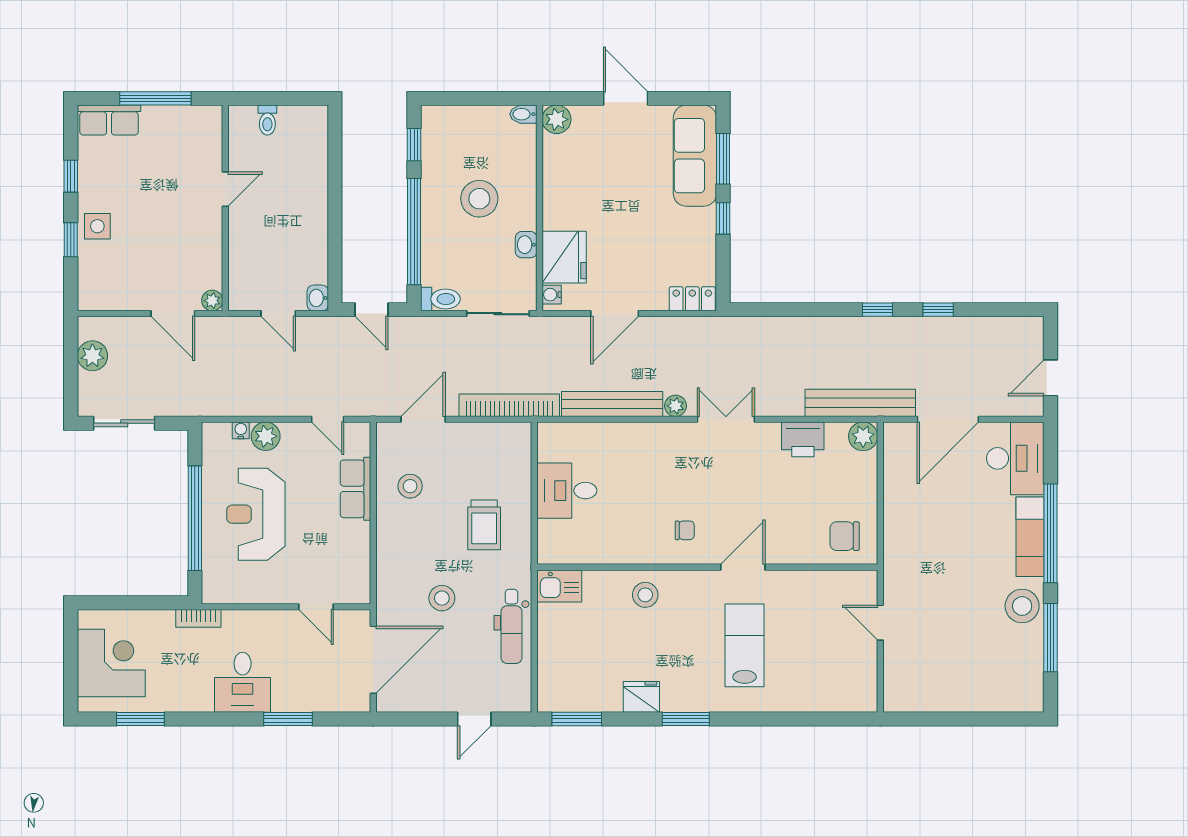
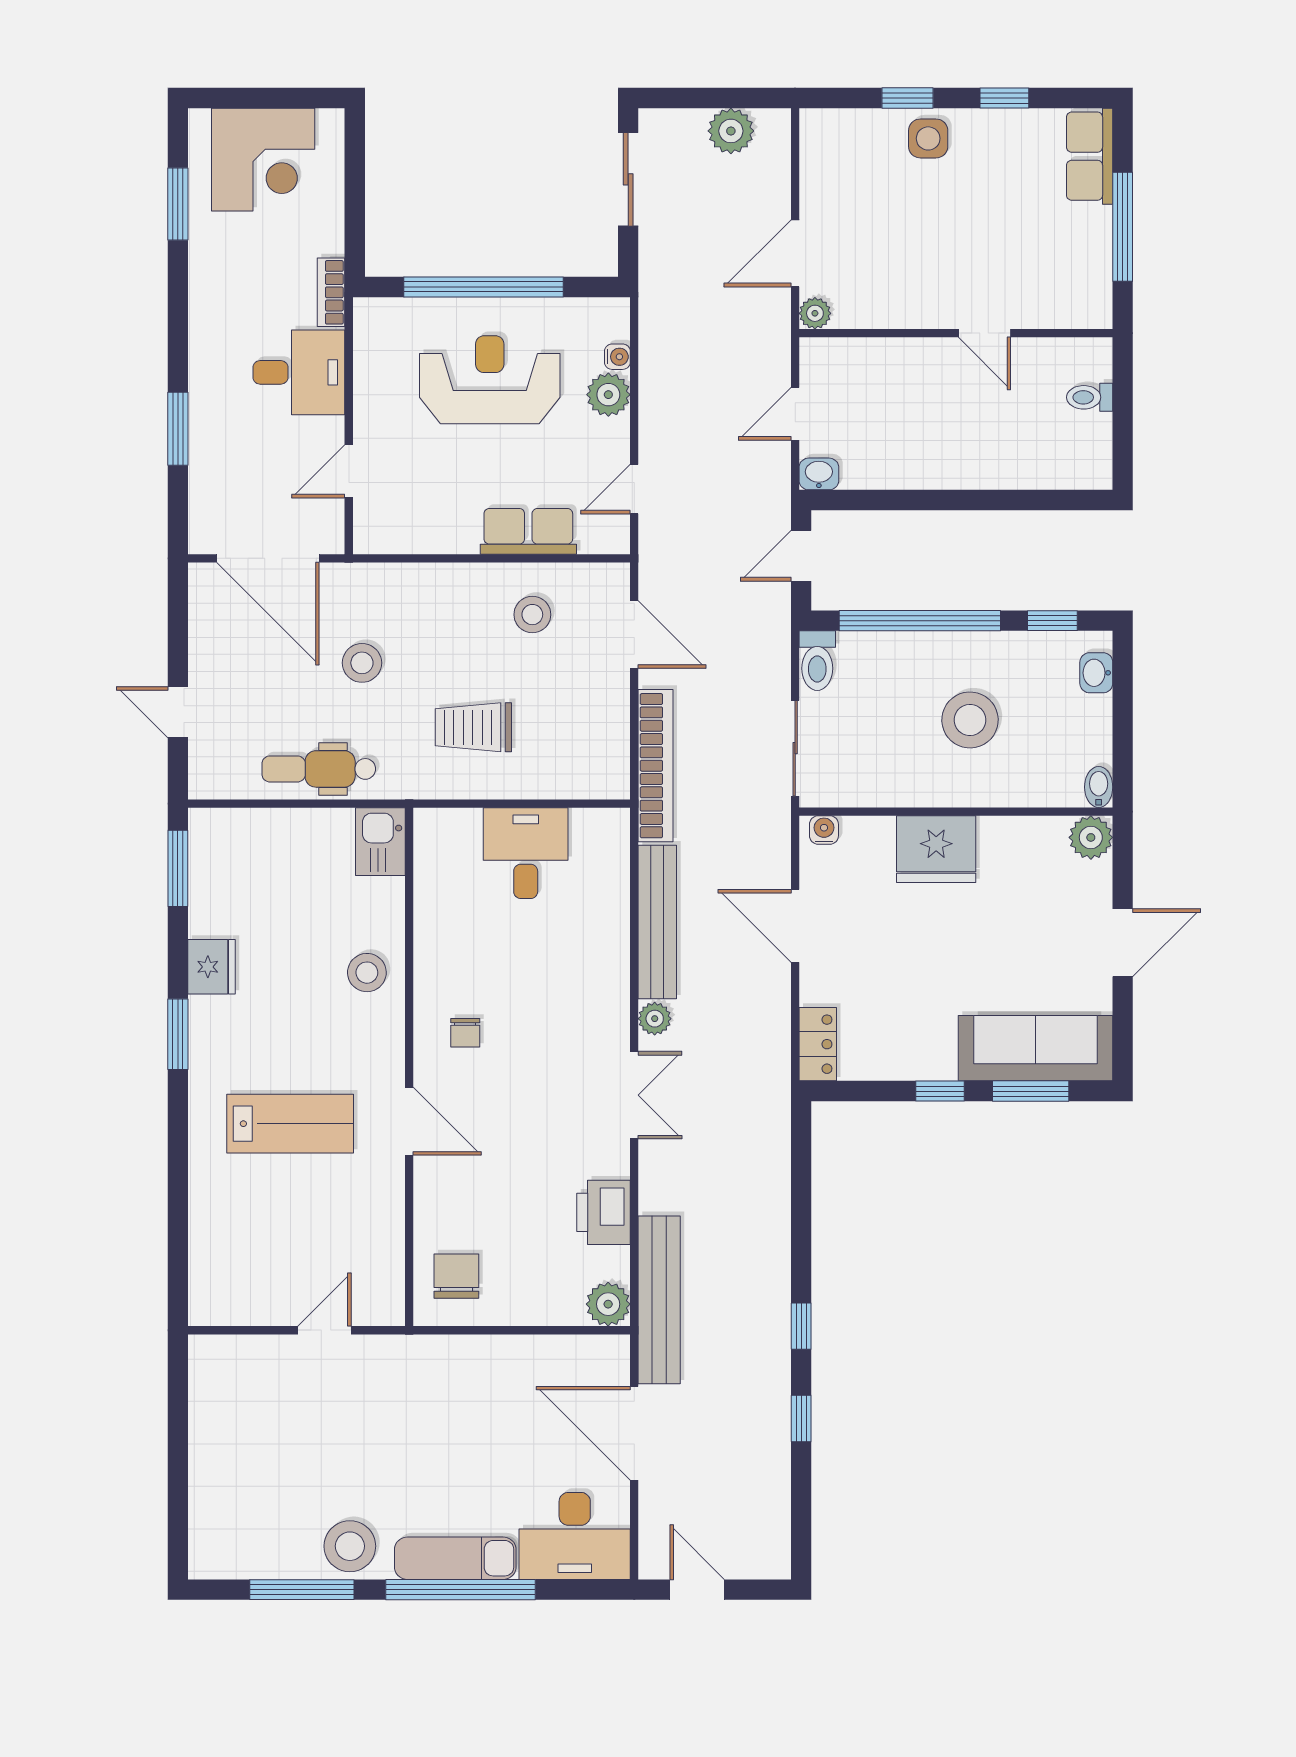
washbasin: (526, 245) -> (1096, 673), moved, turned -90
fridge: (564, 257) -> (936, 849), moved
desk: (243, 682) -> (299, 372), moved, turned 180

